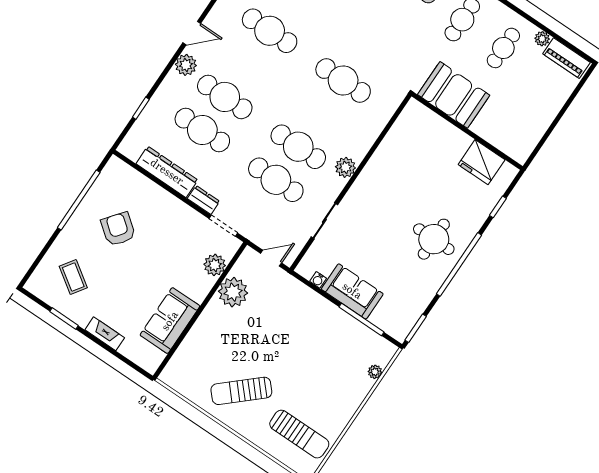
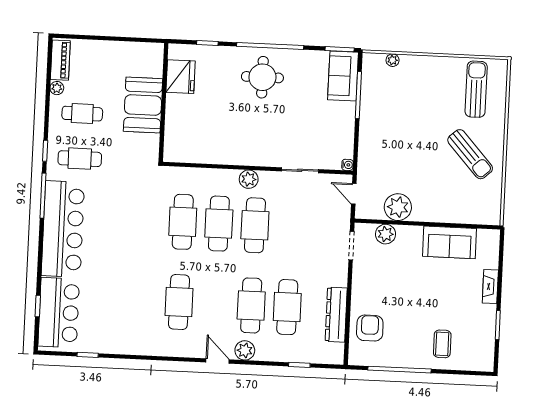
booth: (454, 95) -> (143, 105), moved
cafe table: (276, 180) -> (219, 224), moved
dresser: (204, 200) -> (341, 273), removed
armchair: (118, 229) -> (370, 328), moved, turned 142
coffee table: (73, 277) -> (442, 344), moved, turned -34
water cooler: (318, 280) -> (347, 165), moved
sofa: (352, 291) -> (343, 76), moved

